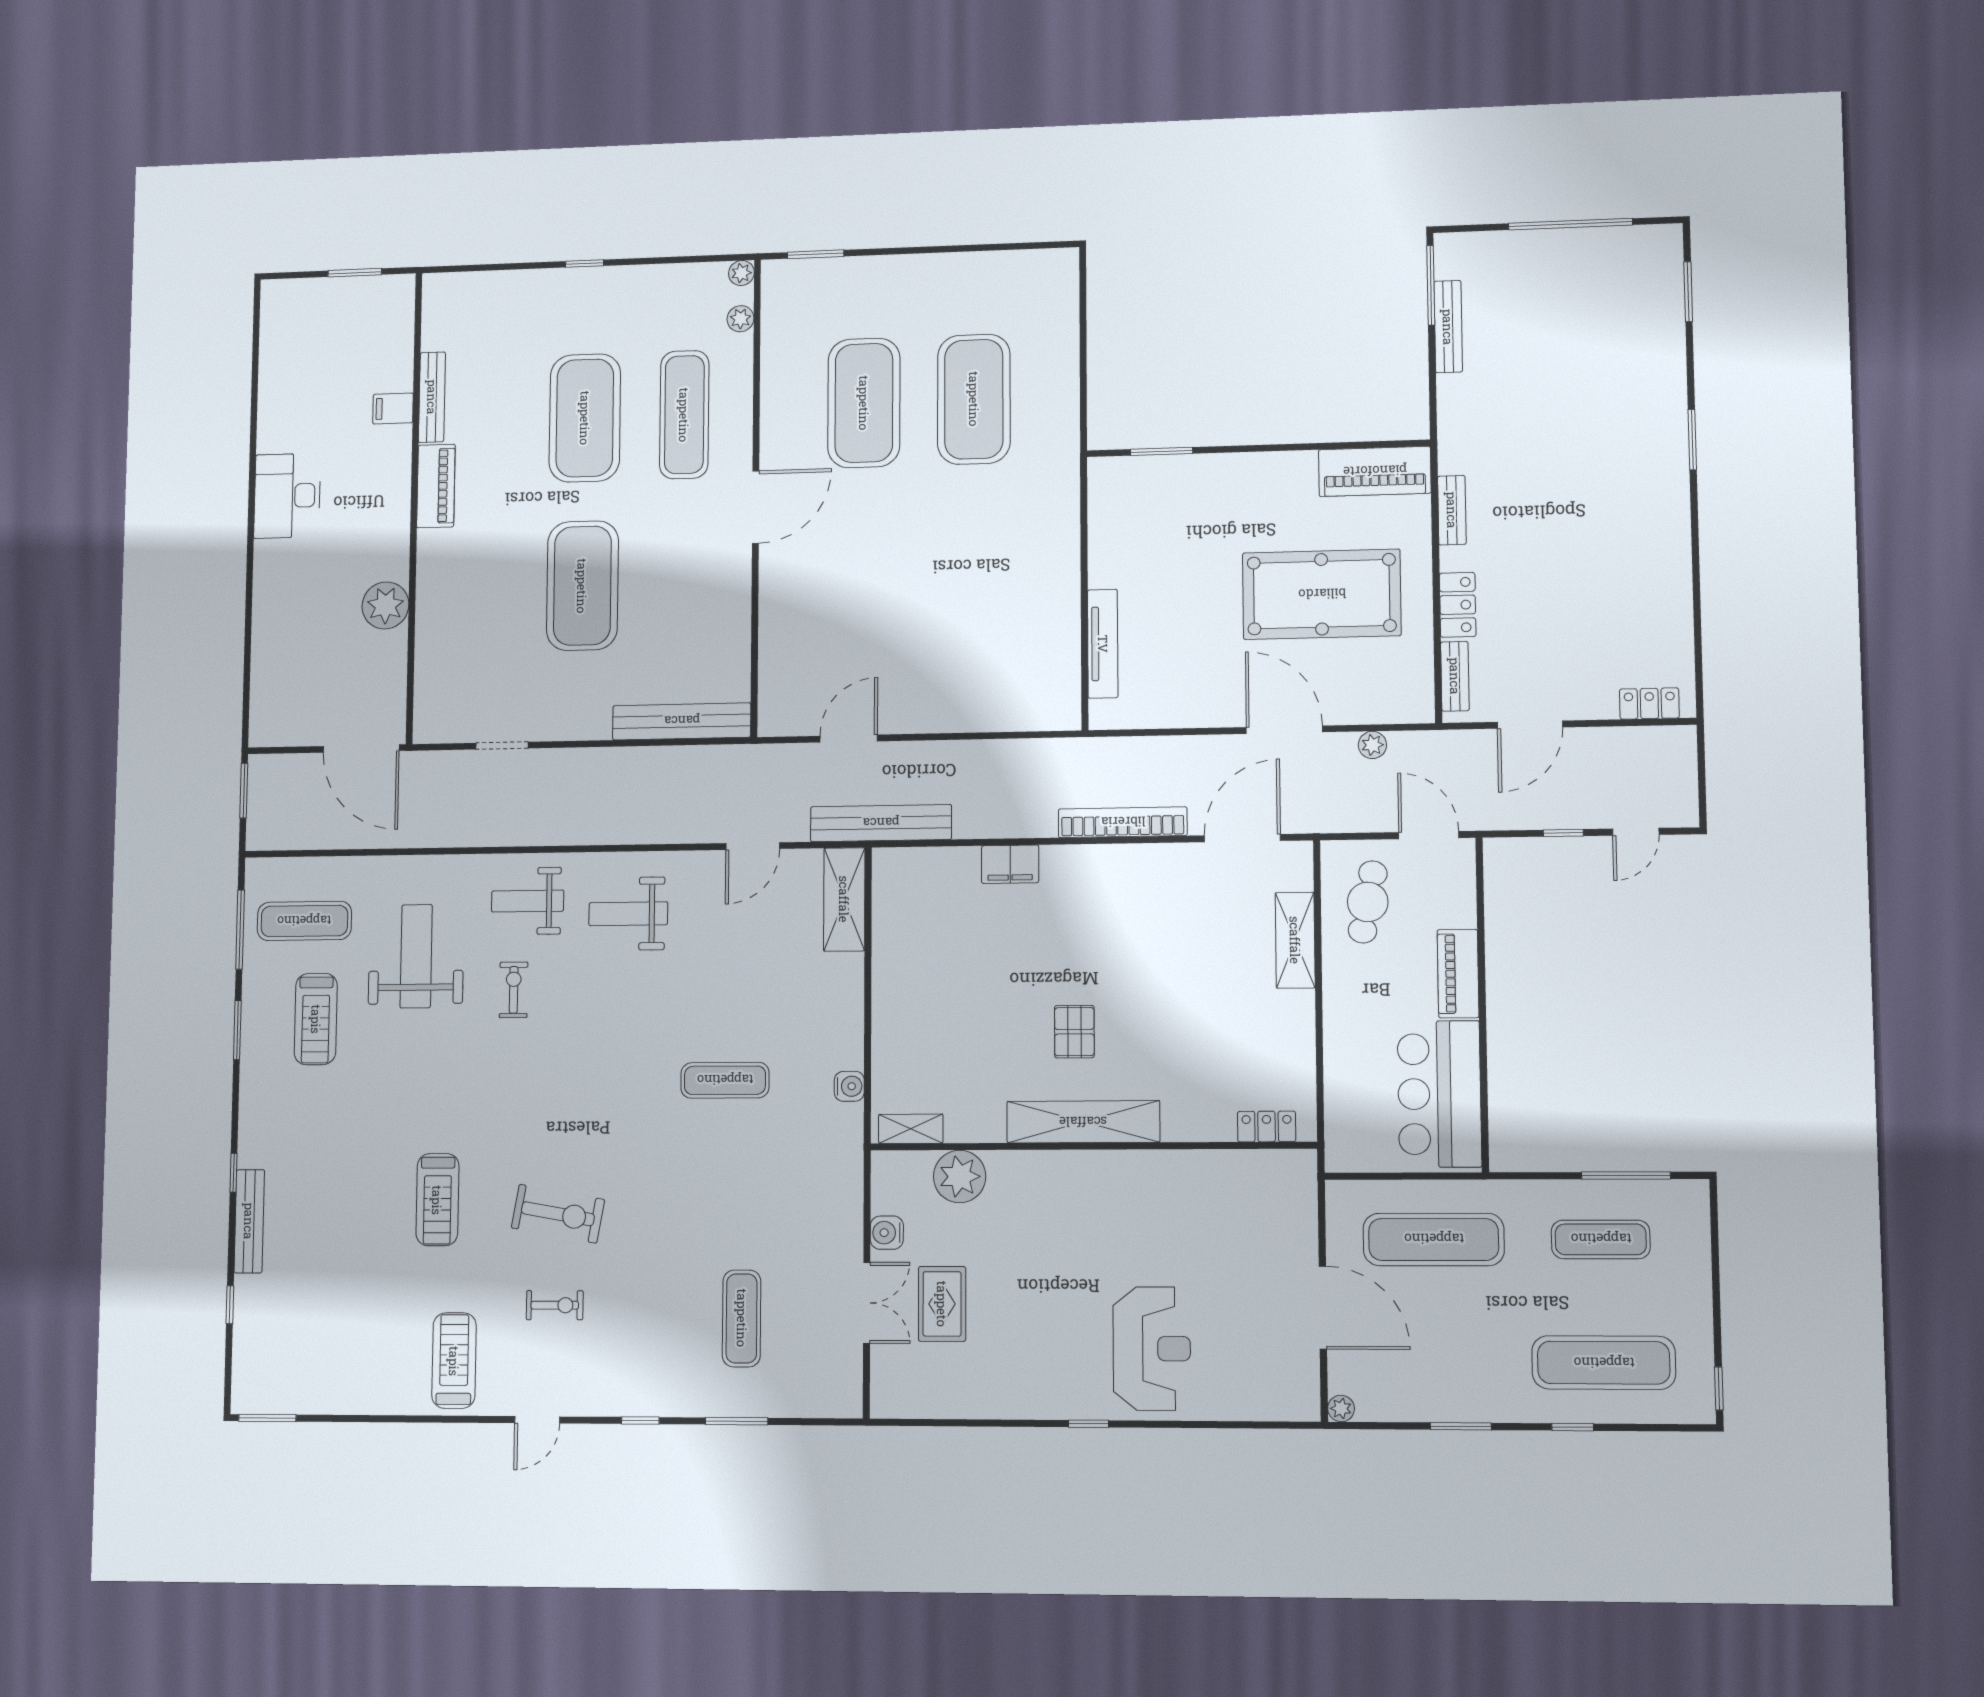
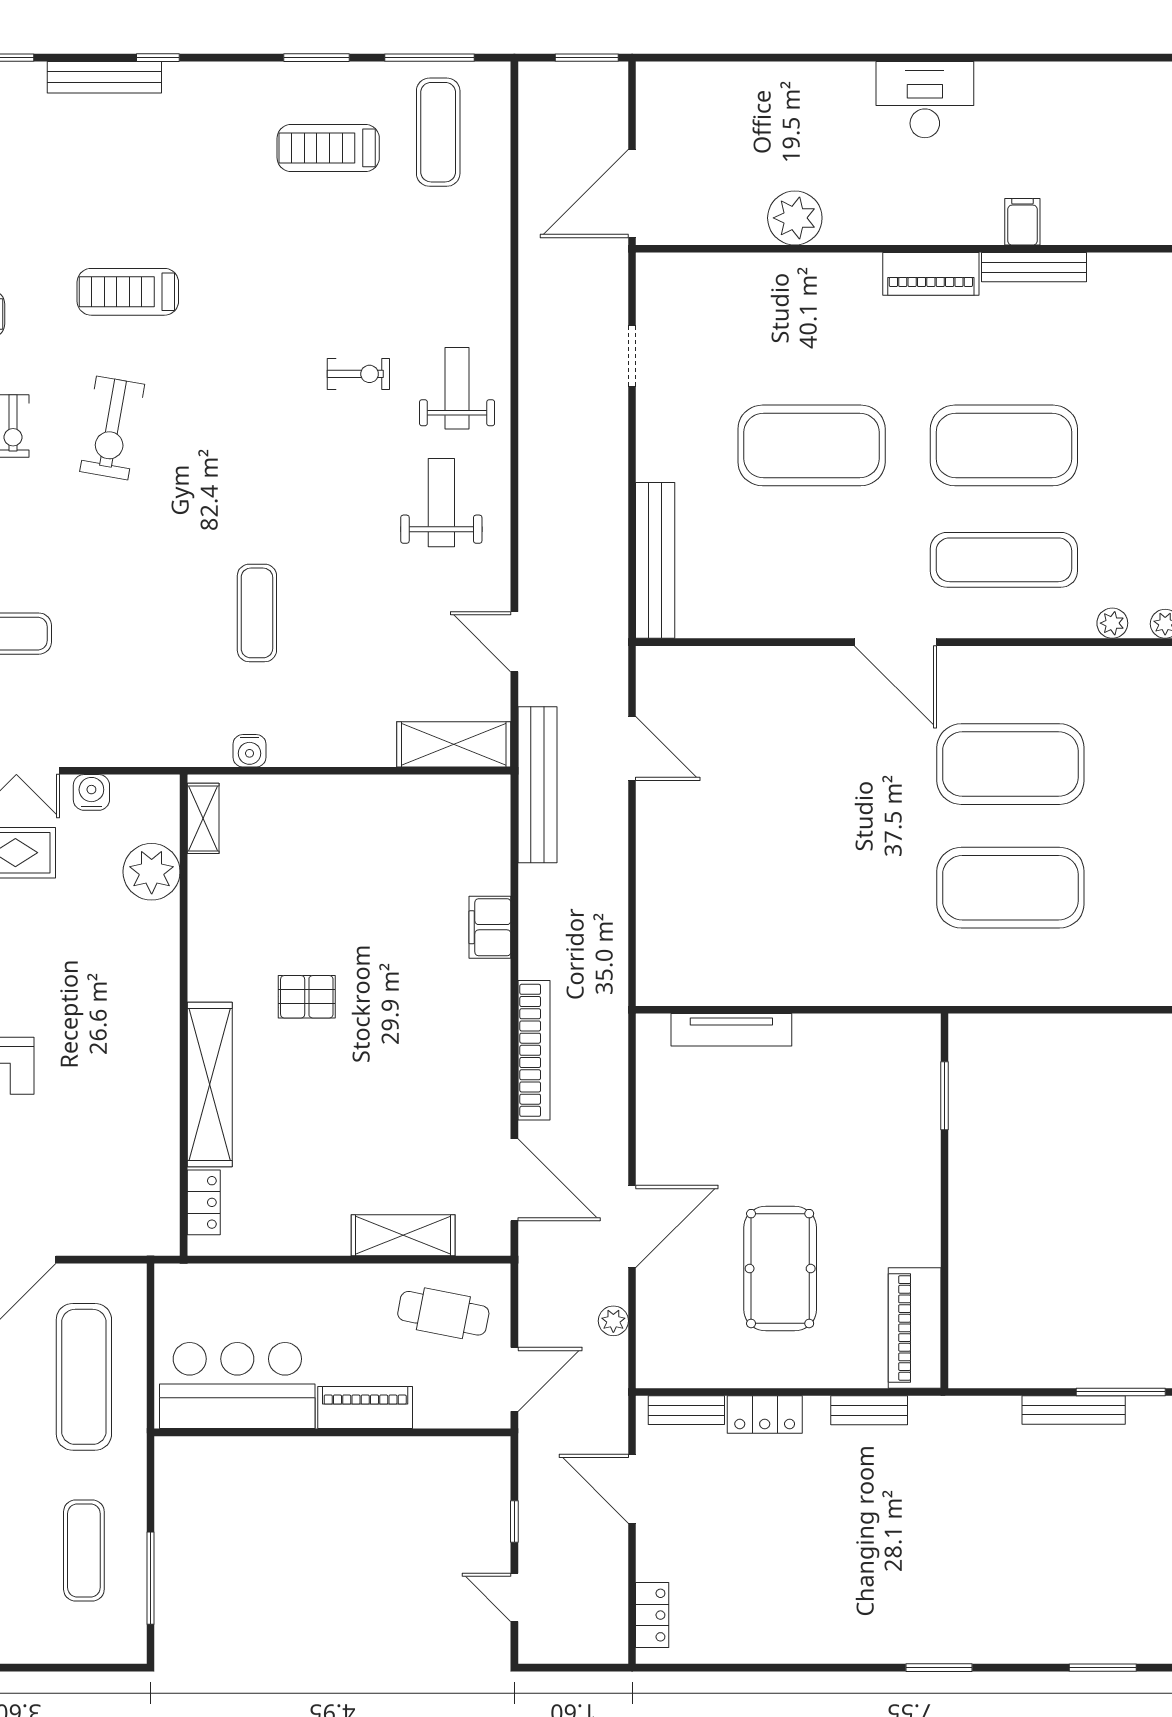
pool table: (1322, 594) -> (780, 1269), width x0.73, depth x0.76
weight bench: (416, 956) -> (397, 262), removed
shelving: (1083, 1122) -> (210, 1085), moved

